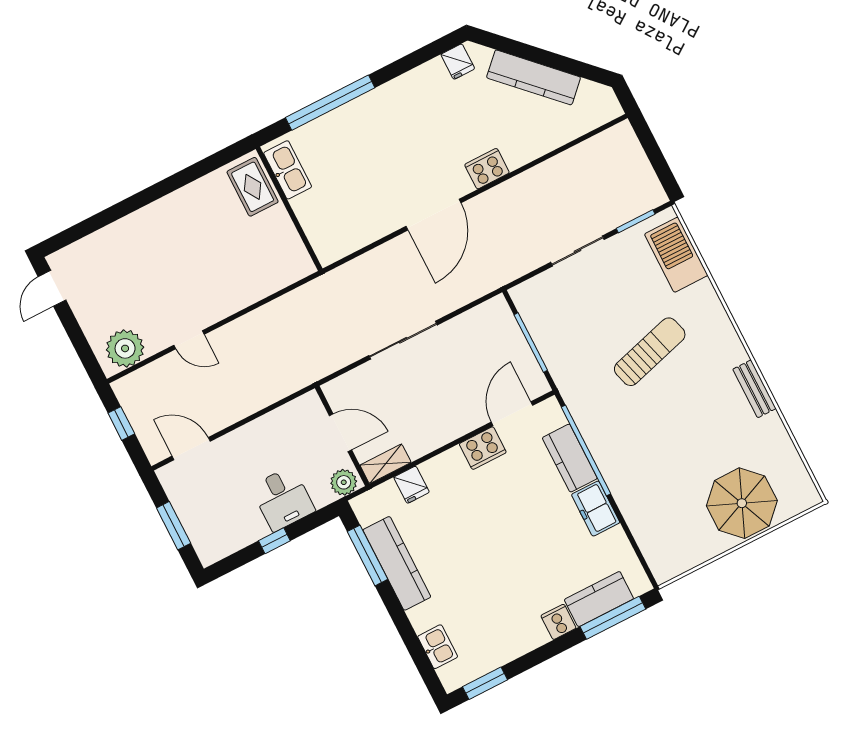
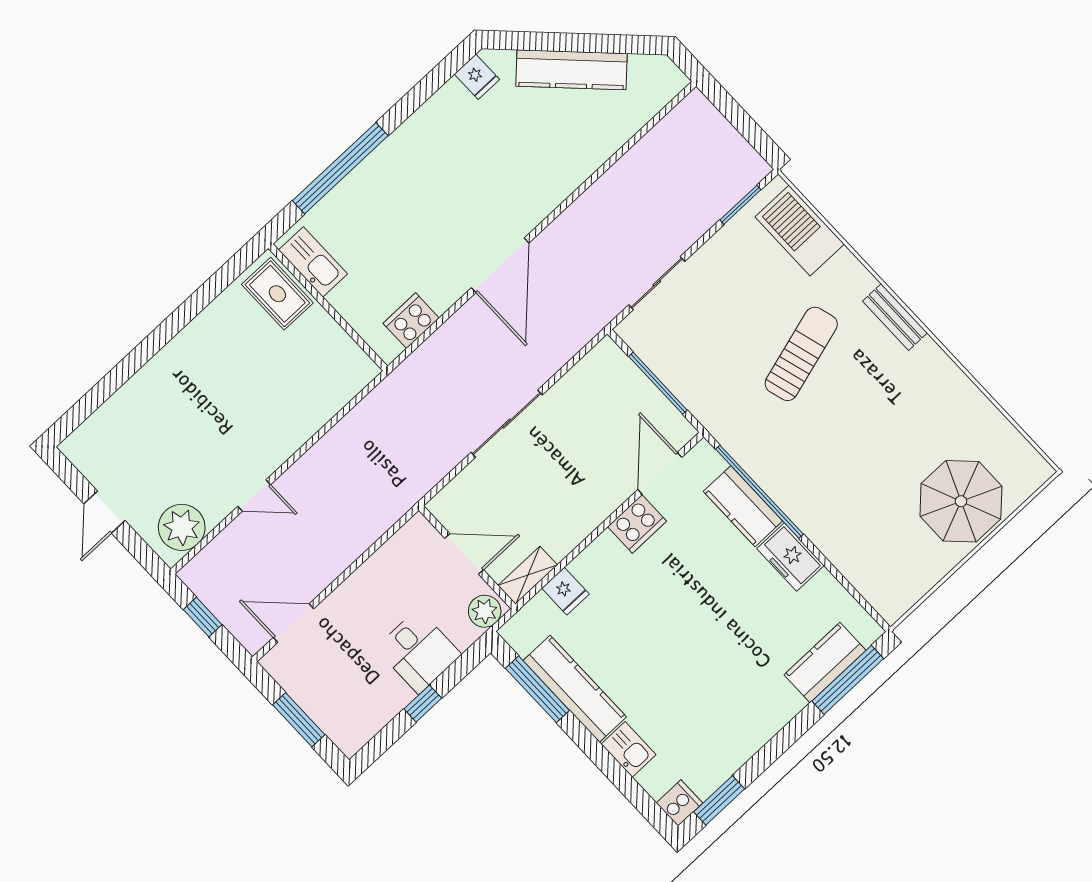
cooker: (487, 169) -> (411, 321), moved
sliding door: (578, 251) -> (657, 283), moved
door: (52, 288) -> (104, 512), moved
bench: (754, 389) -> (895, 317), moved
cooker: (558, 622) -> (679, 803), moved, turned 90
kitchen sink: (438, 647) -> (629, 749), moved

